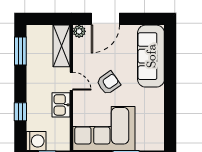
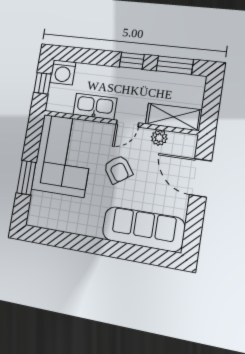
plant: (79, 31) -> (159, 138), moved
kitchen sink: (61, 105) -> (95, 106), width x1.38
window: (20, 112) -> (132, 61), moved

